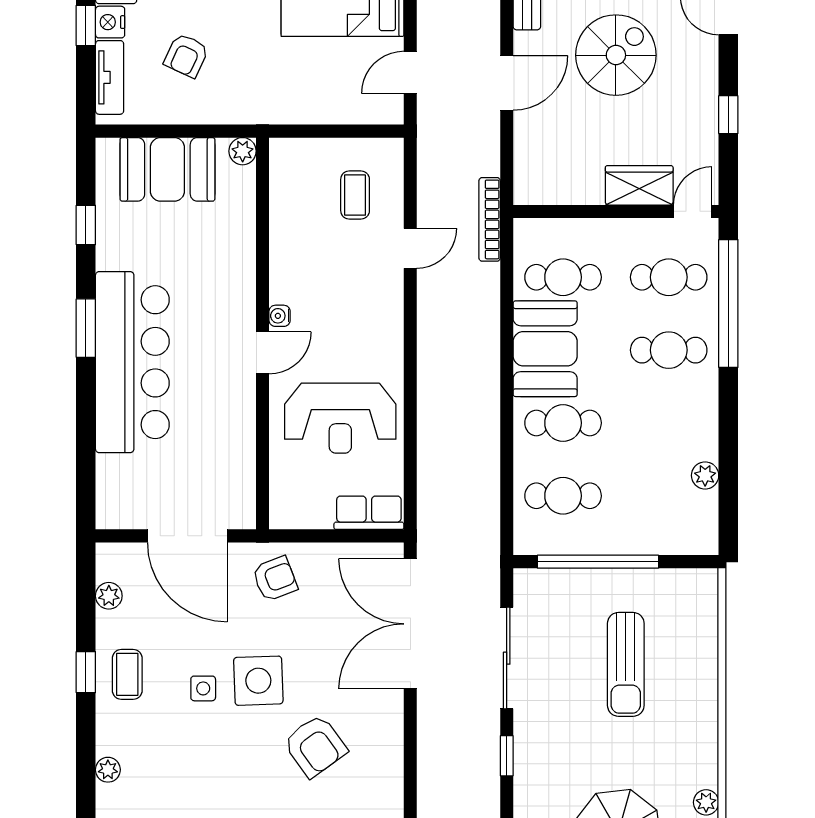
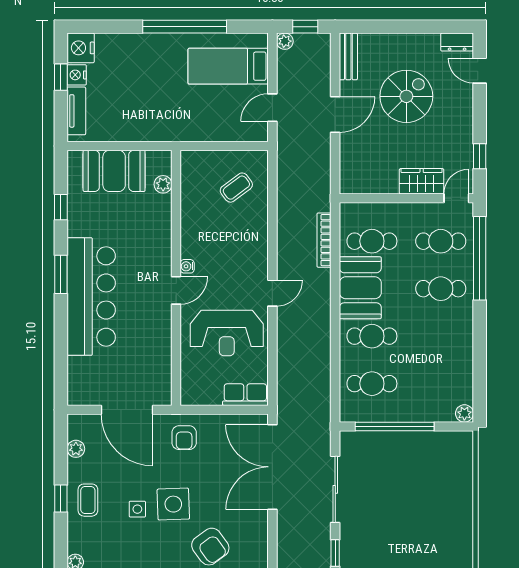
armchair: (186, 56) -> (126, 97), removed
window: (728, 115) -> (480, 156), moved
plant: (243, 151) -> (163, 184), moved
coffee table: (355, 195) -> (236, 188), turned 53
bookcase: (490, 219) -> (324, 240), moved
door: (410, 248) -> (272, 293), moved
plant: (705, 475) -> (464, 413), moved
armchair: (275, 579) -> (184, 438), turned 111
sun lounger: (626, 664) -> (413, 493), removed

